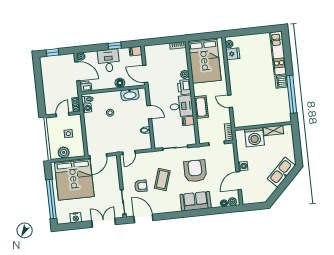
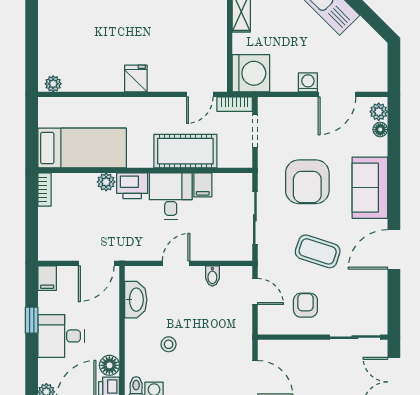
fridge: (233, 54) -> (136, 78), moved
bed: (205, 61) -> (82, 148), width x0.67
floor lamp: (120, 83) -> (109, 365), moved
door: (230, 101) -> (200, 94), moved
cot: (201, 107) -> (185, 151), width x1.37, depth x1.34
washing machine: (254, 137) -> (251, 73), moved
door: (129, 153) -> (255, 291), moved
armchair: (195, 171) -> (307, 182), turned -90
door: (239, 181) -> (337, 94), hinge flipped
armchair: (141, 186) -> (305, 305), moved
door: (143, 218) -> (394, 249), moved

